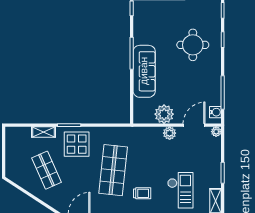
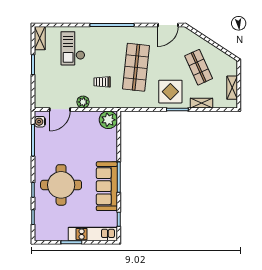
round table: (193, 45) -> (61, 185), width x1.36, depth x1.36
sofa: (144, 71) -> (107, 186), moved
plant: (164, 114) -> (108, 120), moved
plant: (216, 132) -> (39, 103), removed
shelving: (11, 148) -> (232, 88), added
trolley: (142, 193) -> (102, 82), moved

